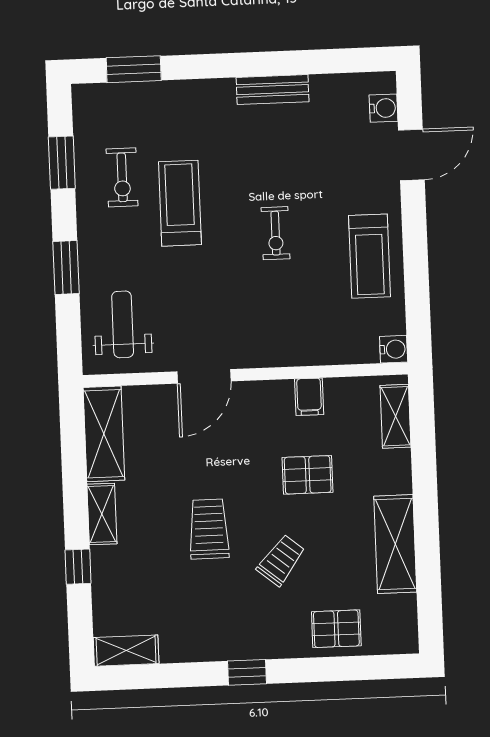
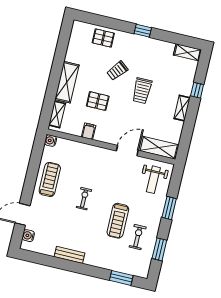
shelving: (104, 434) -> (159, 148), moved, turned 90
shelving: (395, 544) -> (67, 82), moved

